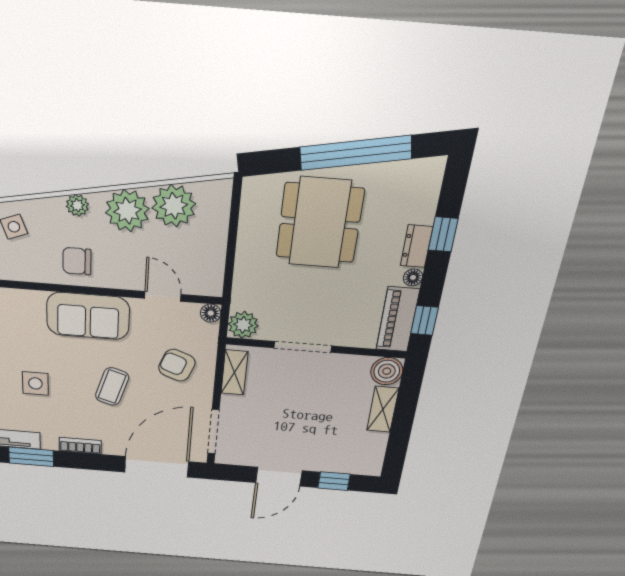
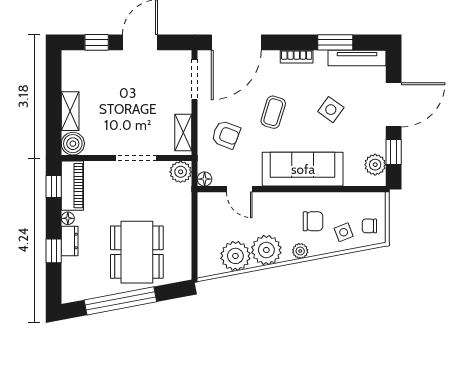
chair: (77, 261) -> (313, 221), moved
sofa: (88, 316) -> (303, 169), width x1.36
side table: (35, 383) -> (331, 110), turned 36

